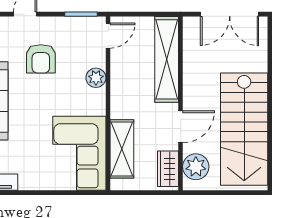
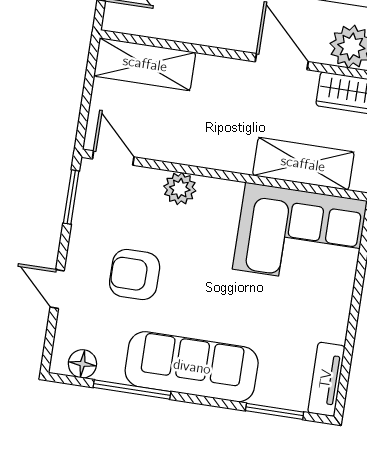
armchair: (41, 59) -> (135, 275), turned 180
shelving: (167, 59) -> (145, 64), width x0.68

